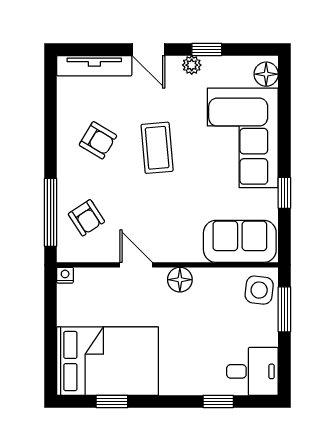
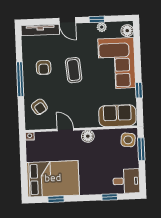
plant: (192, 65) -> (102, 27), moved
armchair: (98, 140) -> (44, 67), turned 59
window: (51, 212) -> (20, 79), moved

